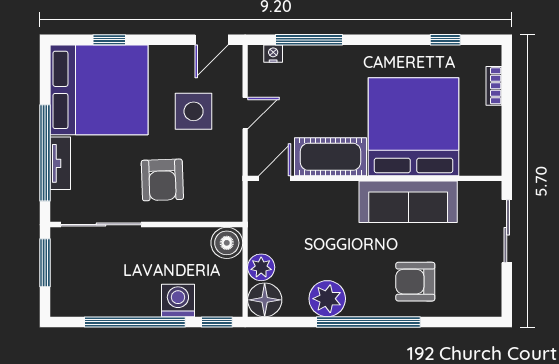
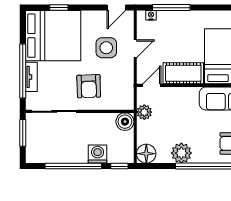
plant: (261, 267) -> (144, 112), moved

